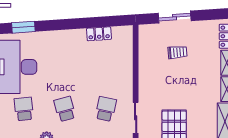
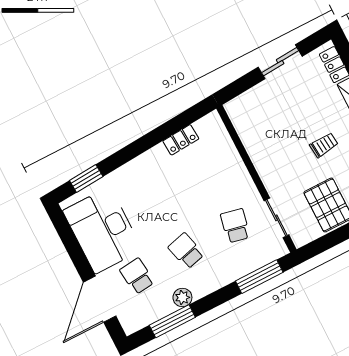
sliding door: (175, 17) -> (280, 62), moved
trolley: (177, 52) -> (324, 145), moved

